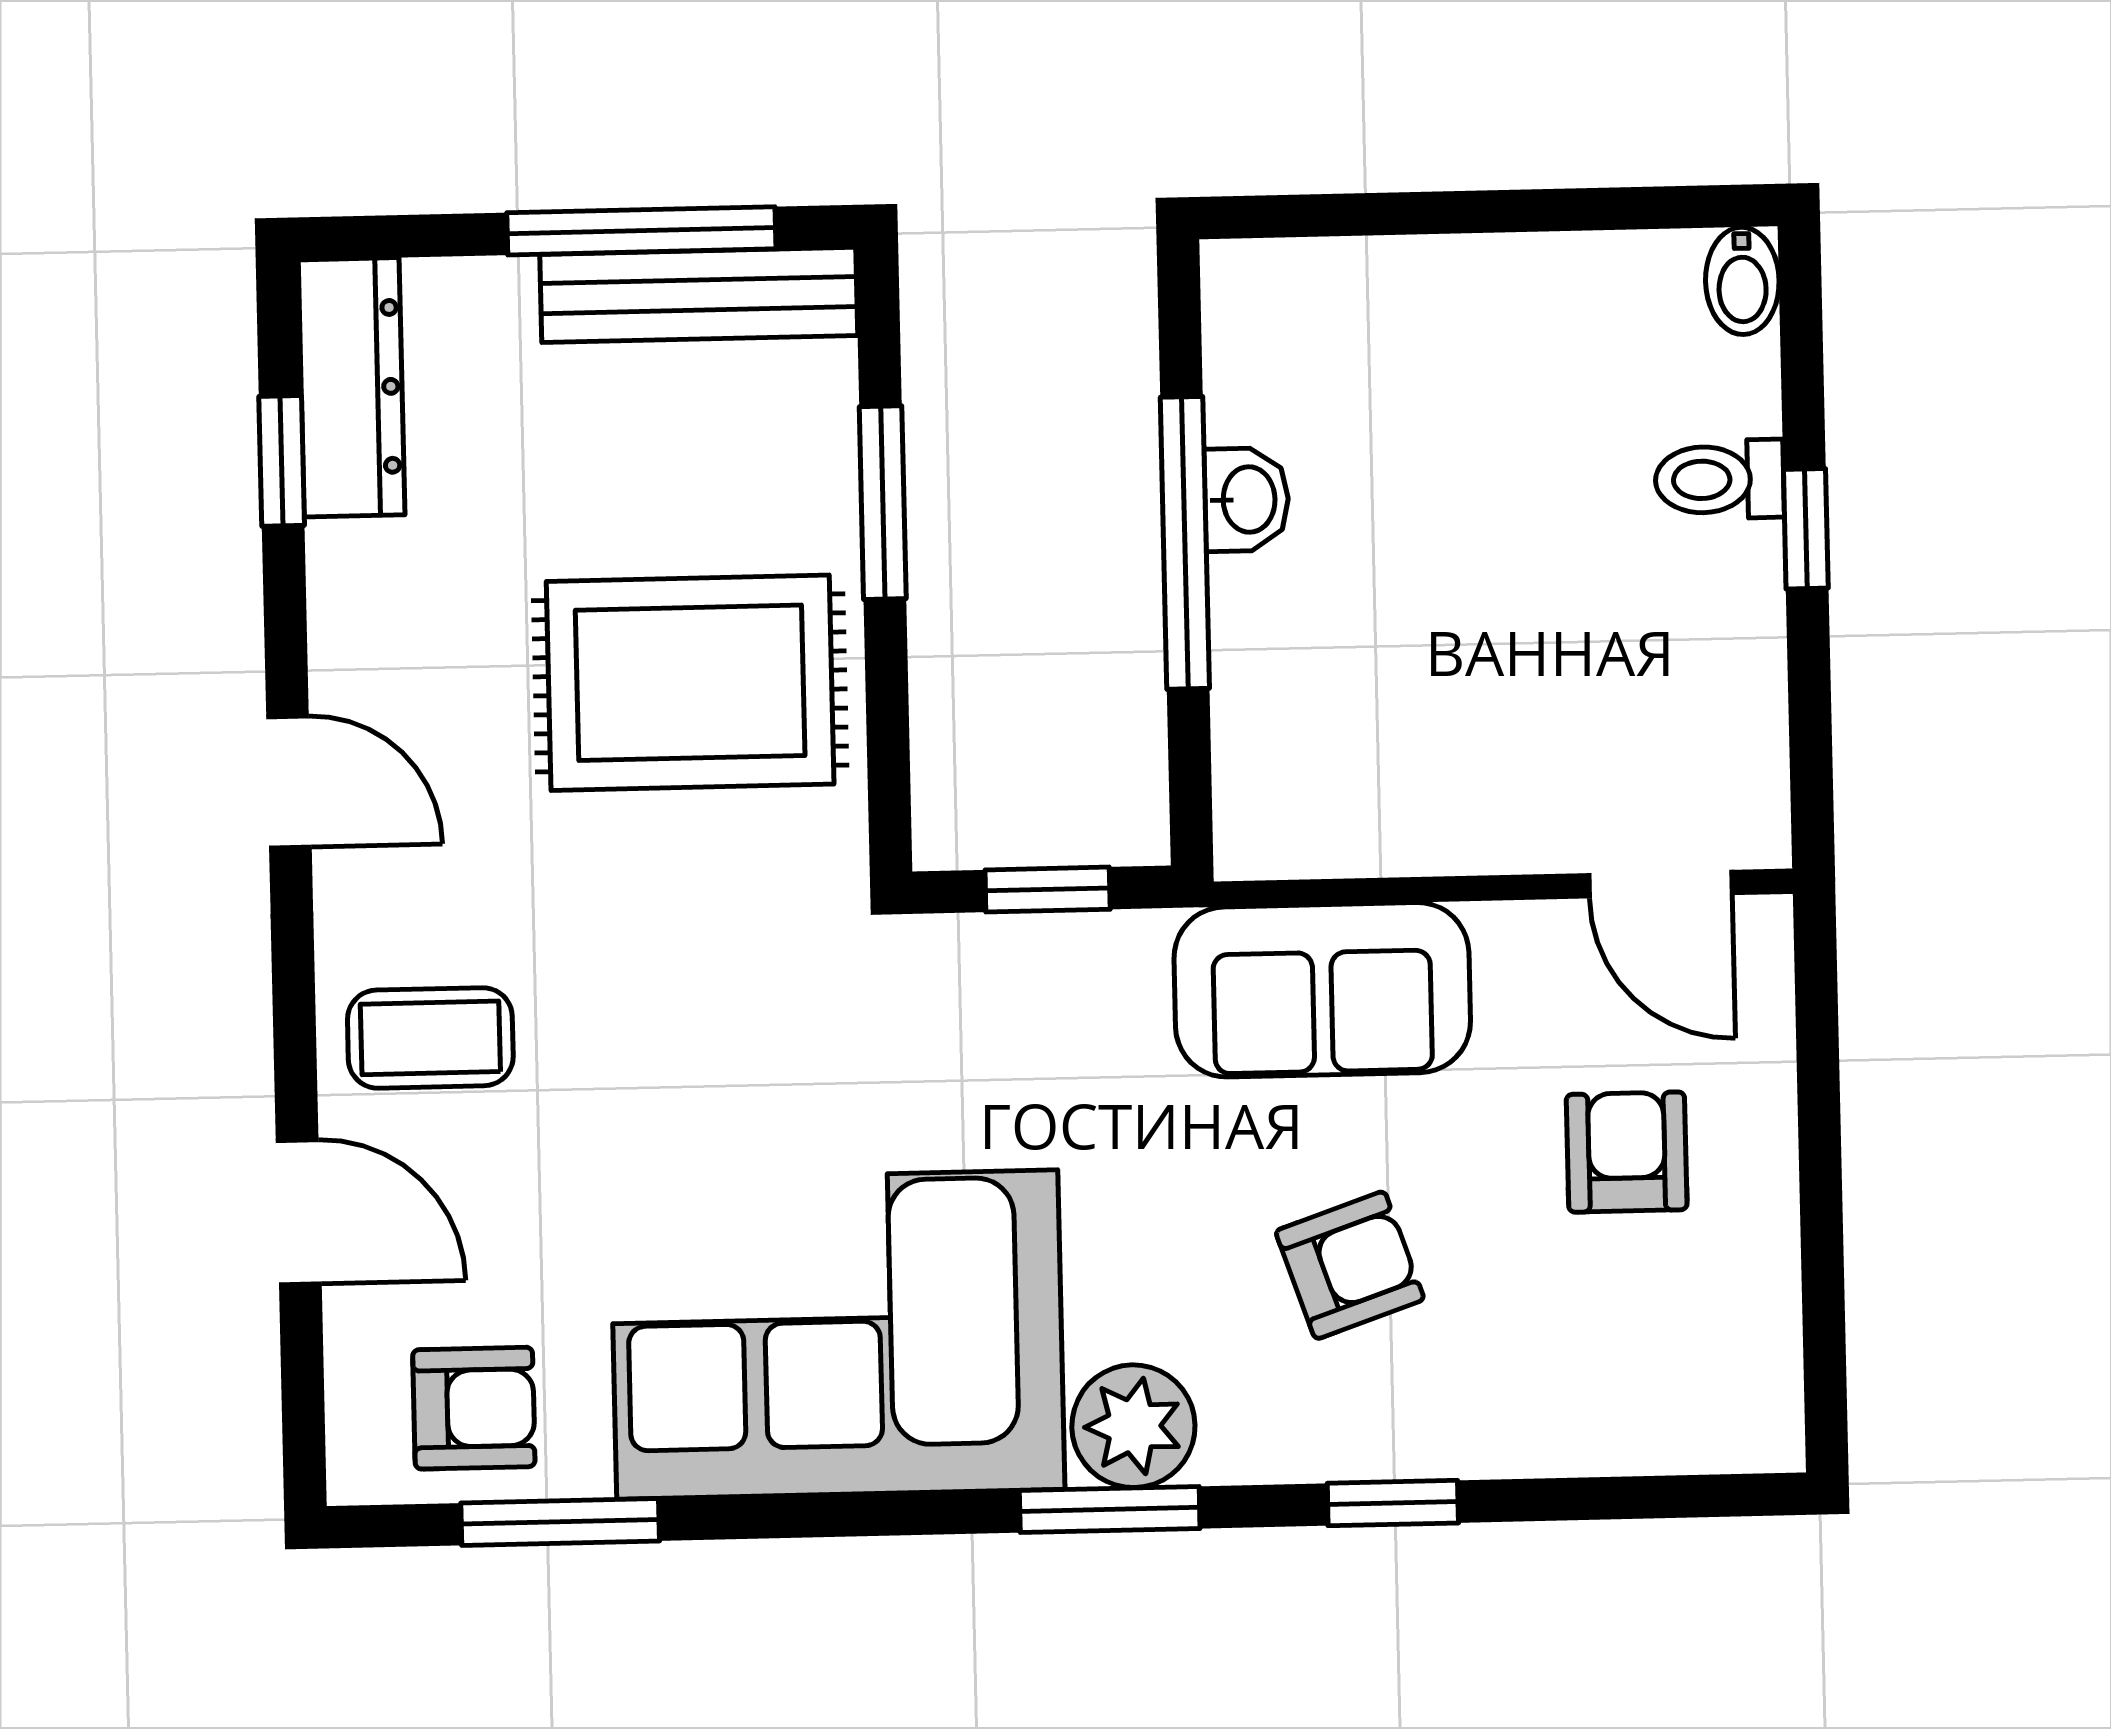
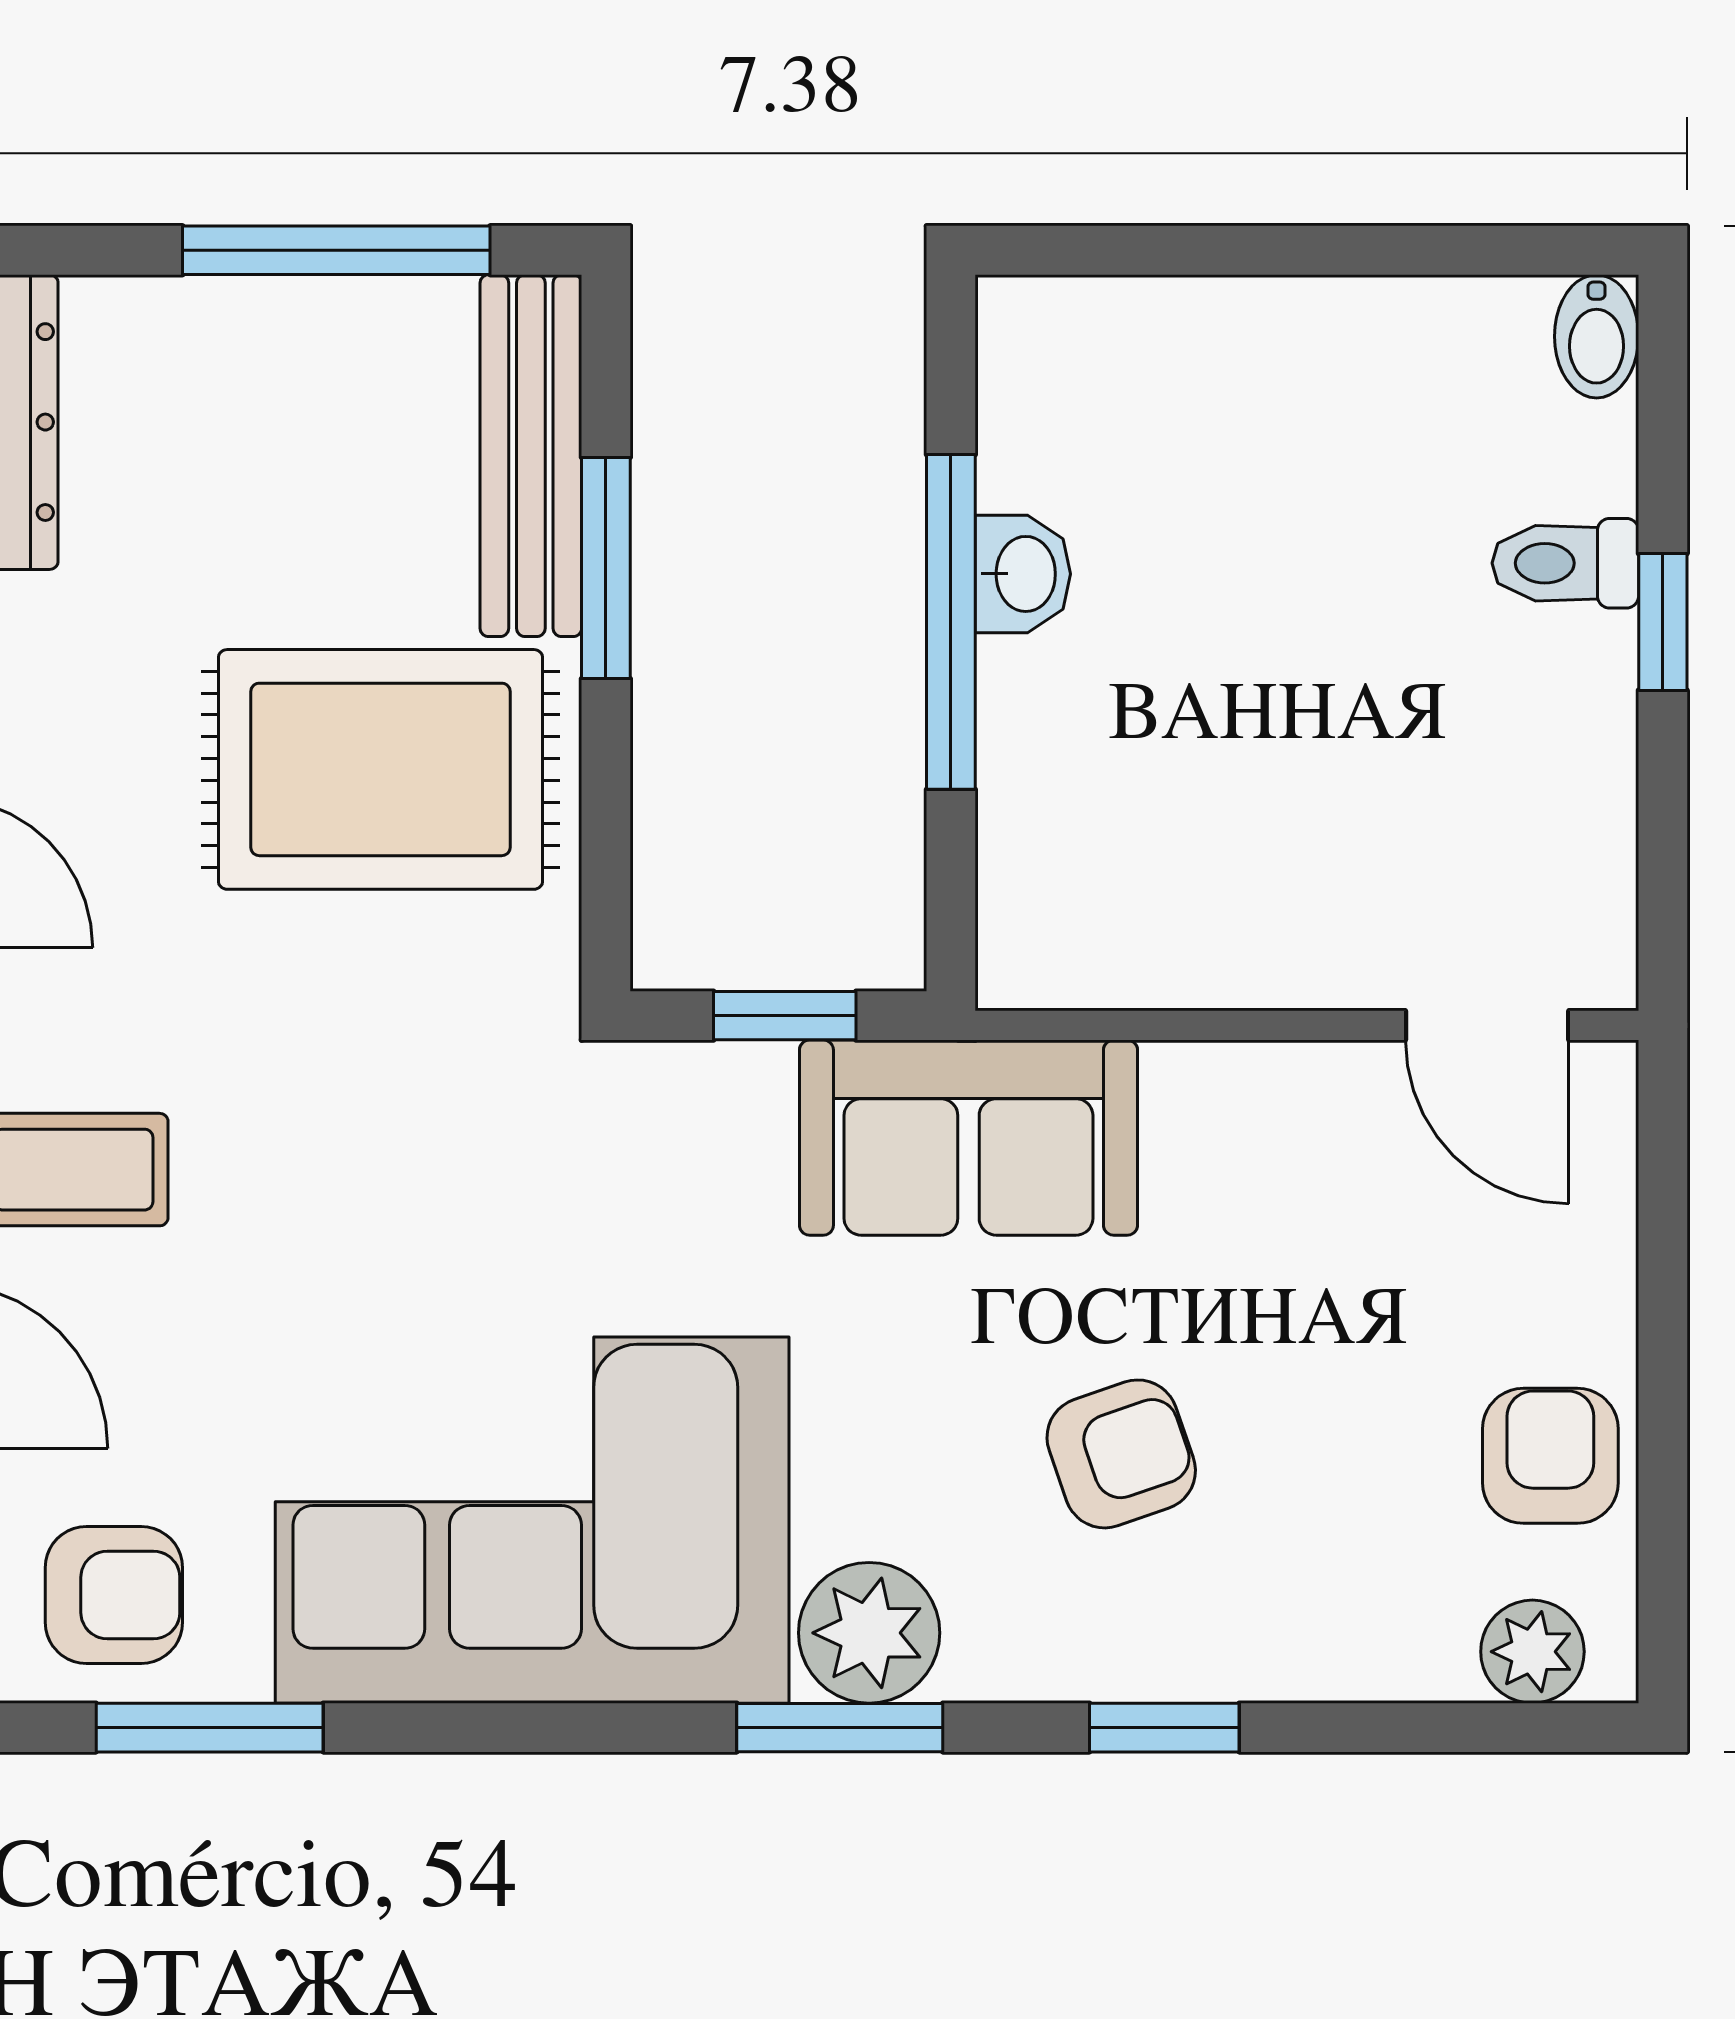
bench: (699, 295) -> (531, 456), moved, turned 90
sofa: (1322, 990) -> (968, 1138), moved
armchair: (1627, 1152) -> (1550, 1456), moved
plant: (1712, 1430) -> (1532, 1652), added

